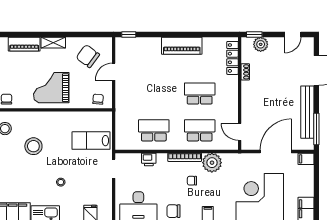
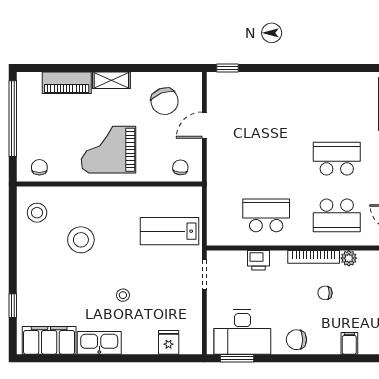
piano: (182, 46) -> (309, 85), removed
chair: (88, 56) -> (165, 101), turned -147
school desk: (200, 130) -> (337, 215), turned 180
plant: (212, 163) -> (349, 258), width x0.53, depth x0.53

